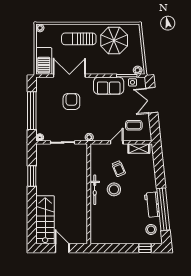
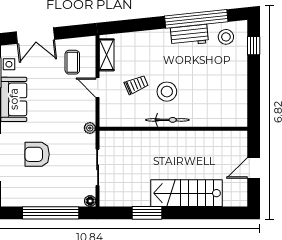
stairs: (45, 220) -> (187, 193), moved

